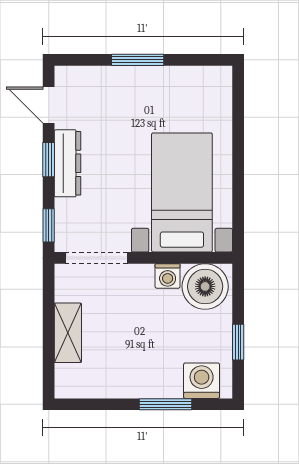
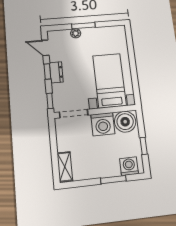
plant: (118, 77) -> (76, 33), added
dresser: (68, 163) -> (56, 72), width x0.70
washing machine: (168, 276) -> (103, 124), width x1.89, depth x1.89
shelving: (68, 333) -> (65, 167), moved

